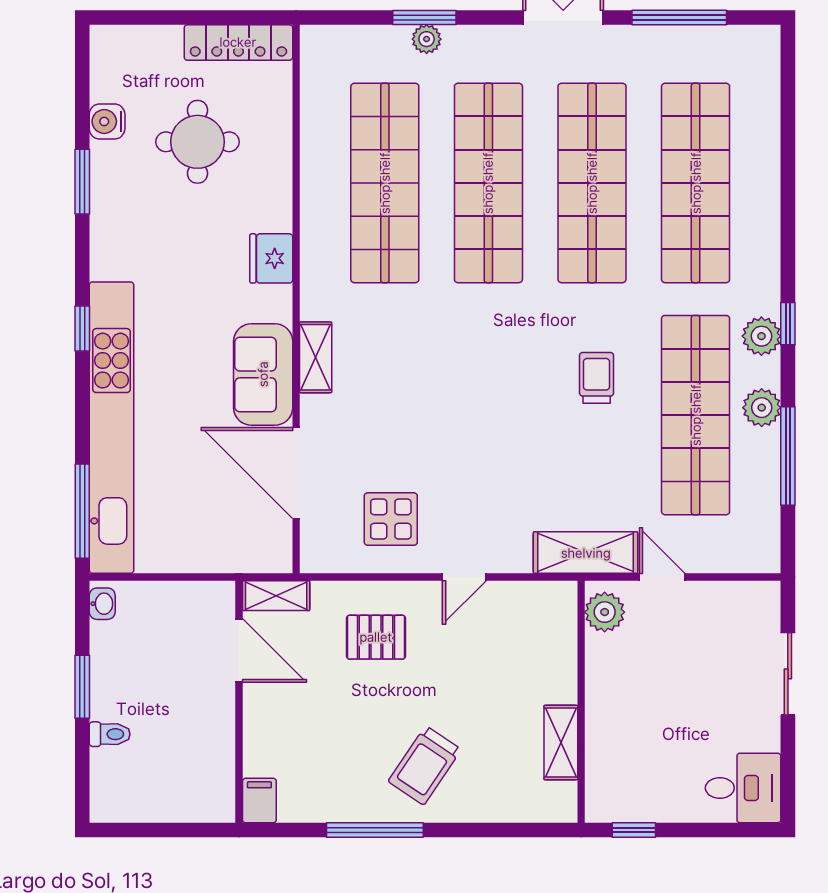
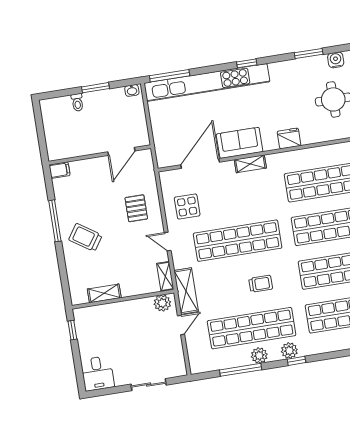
shop shelf: (488, 415) -> (238, 241), added
shelving: (276, 596) -> (165, 276), moved

